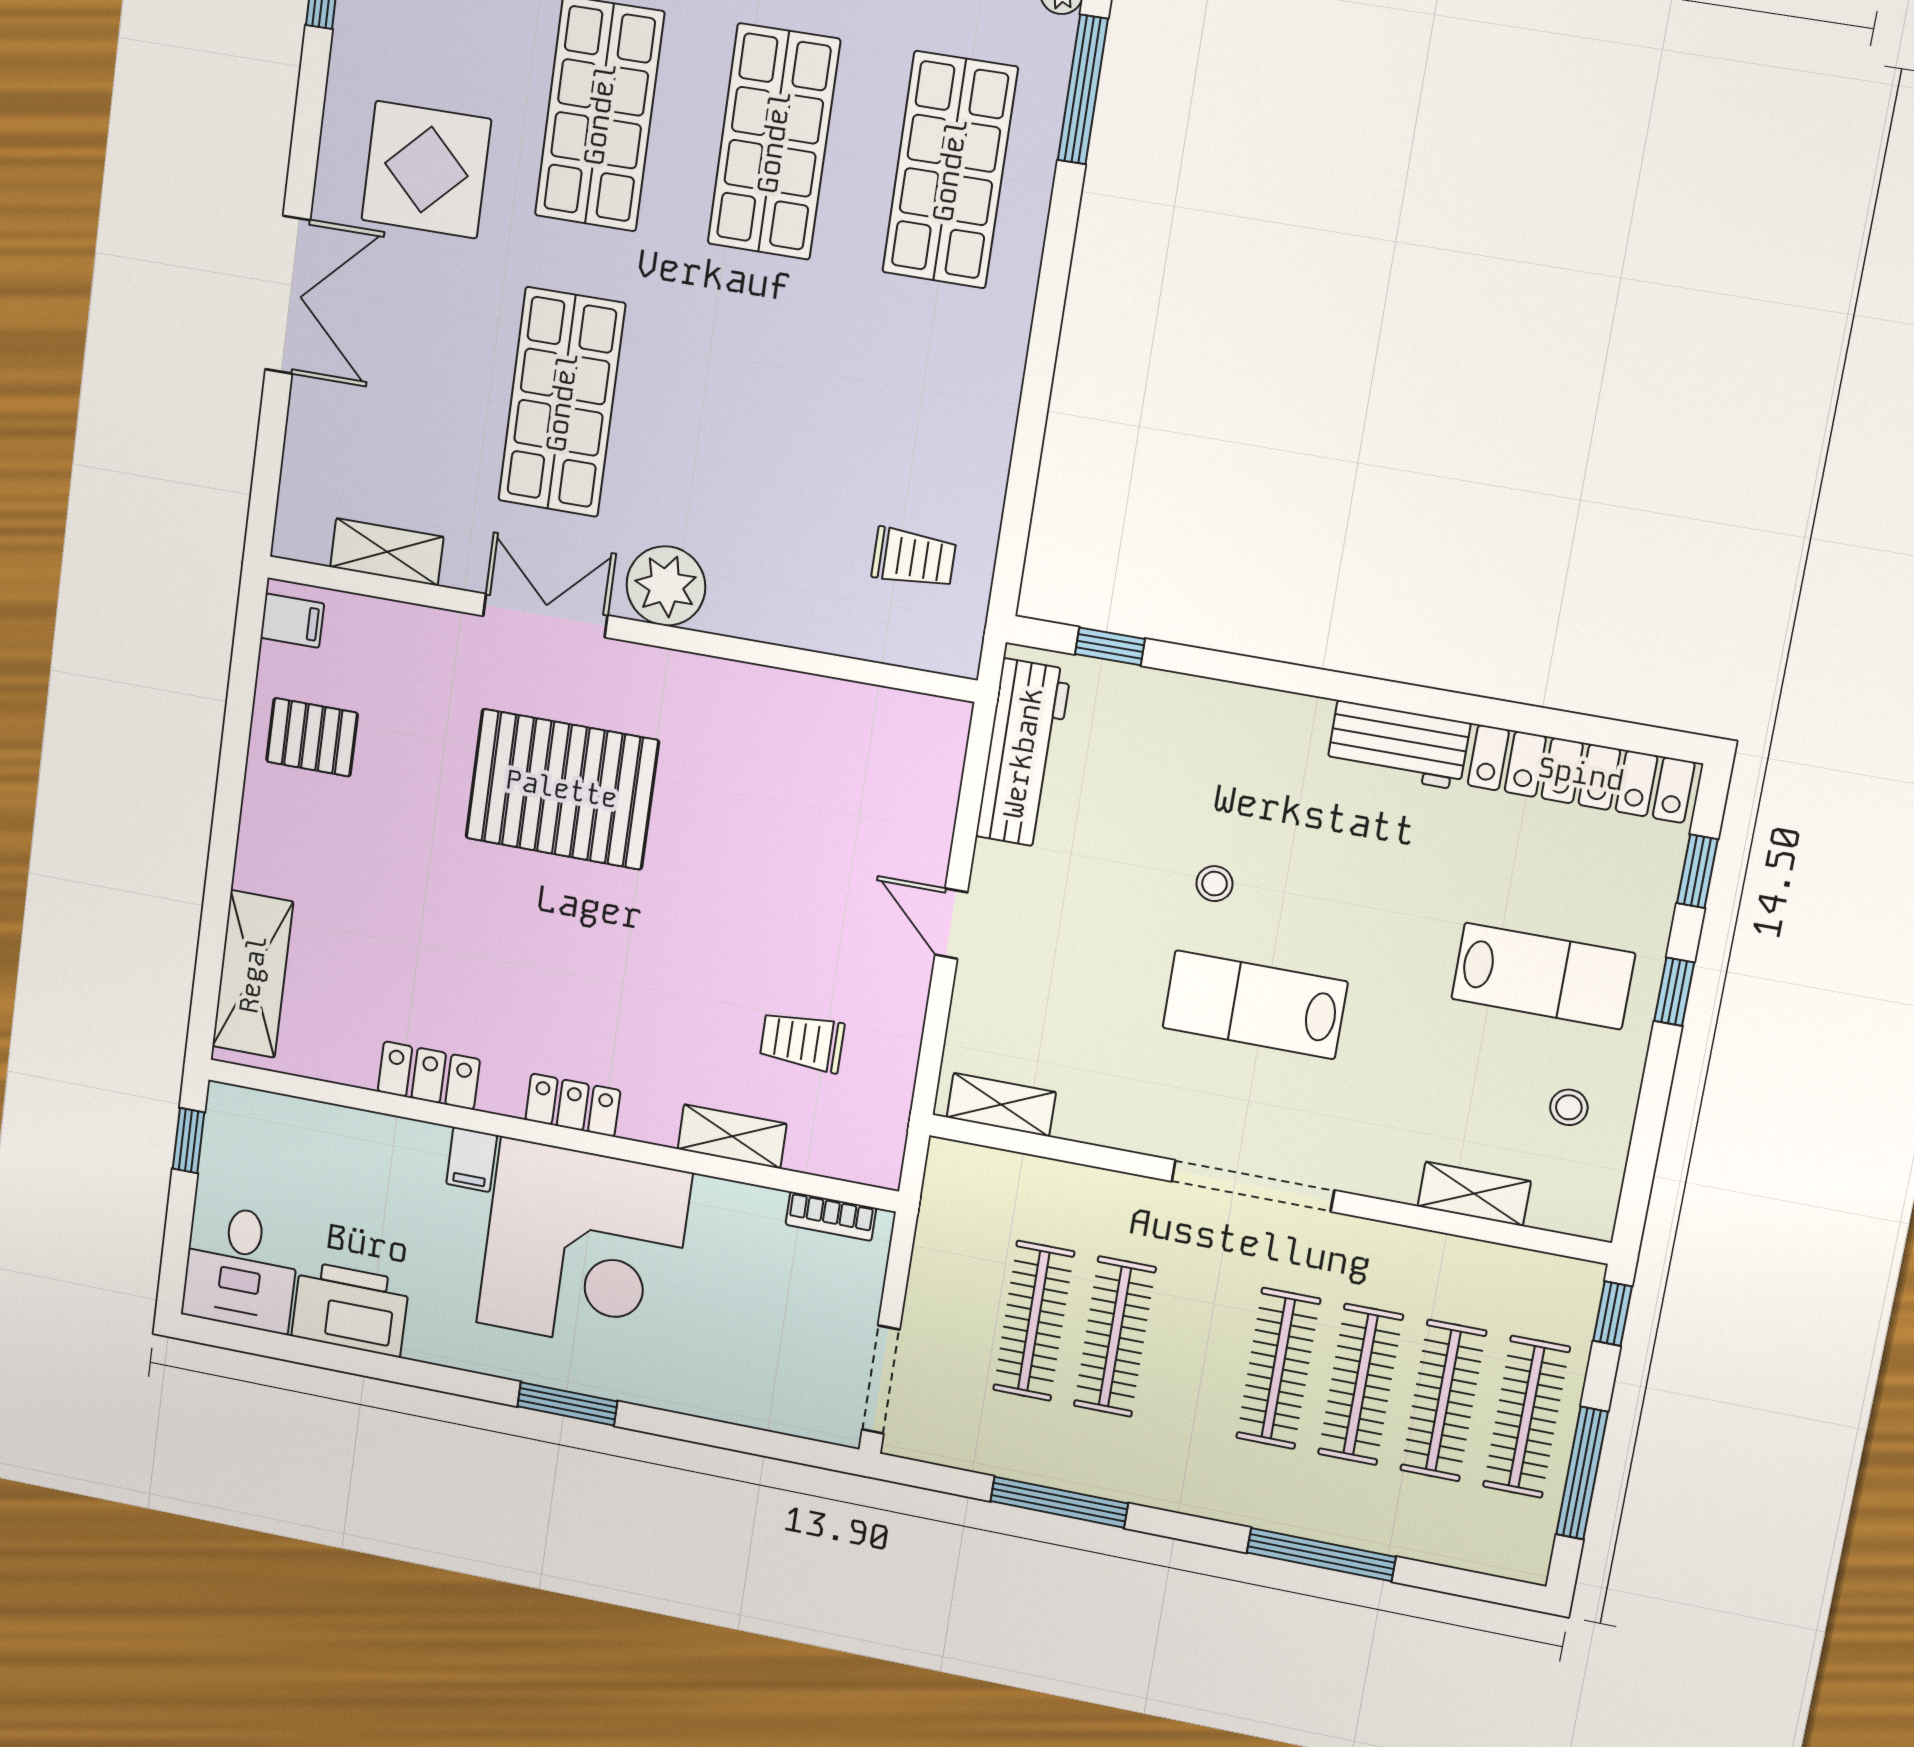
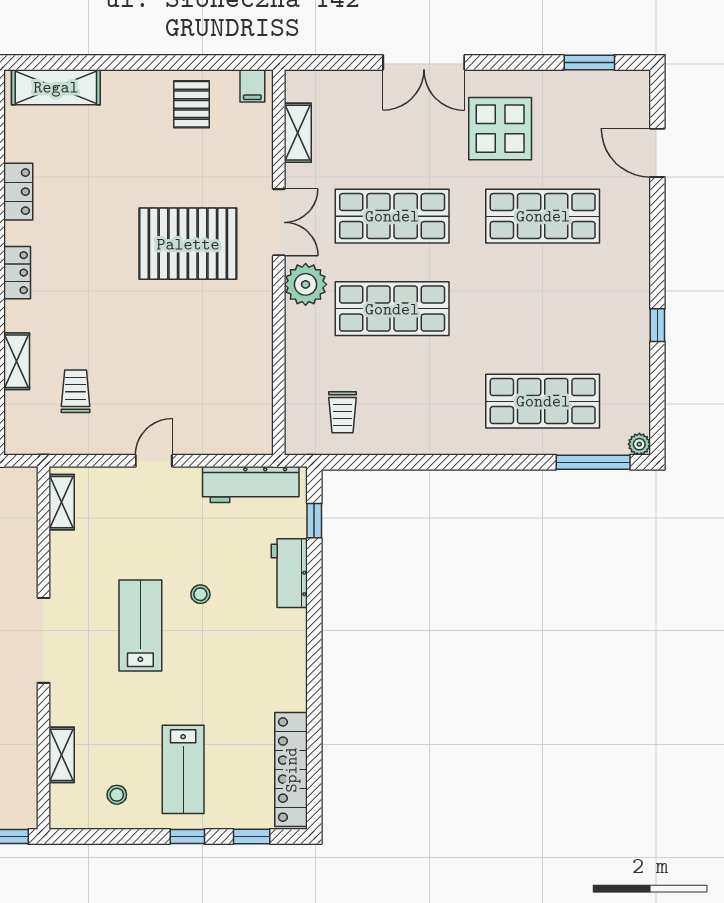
shop shelf: (774, 142) -> (392, 309), moved
workbench: (1398, 745) -> (289, 573), moved
pallet: (562, 789) -> (188, 244), turned 90

